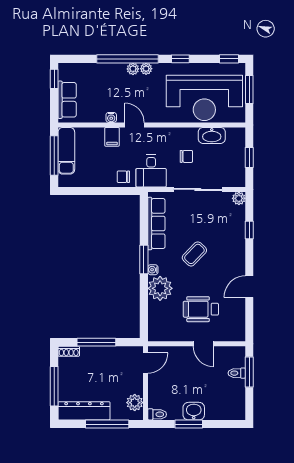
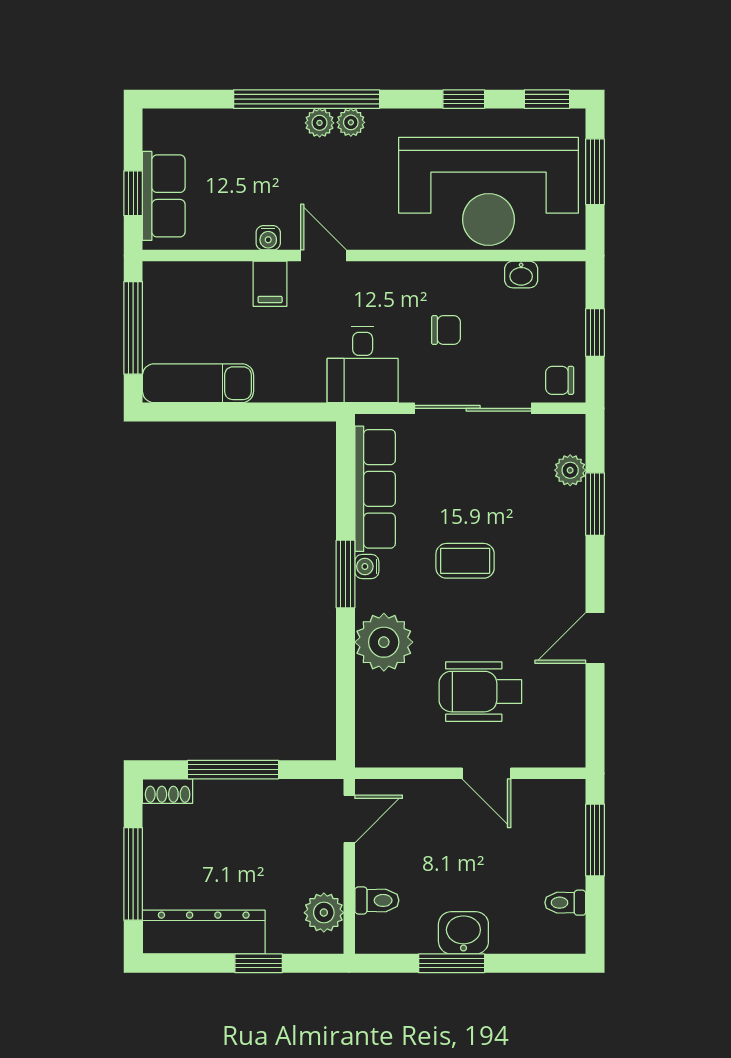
window: (180, 59) -> (464, 99), moved
window: (54, 79) -> (133, 193), moved
washbasin: (212, 135) -> (521, 274), width x0.52, depth x0.69
exam couch: (66, 151) -> (198, 383), moved, turned -90
chair: (123, 177) -> (560, 380), moved
plant: (239, 198) -> (570, 470), moved
window: (249, 230) -> (595, 504), width x1.50
coffee table: (194, 254) -> (465, 561), turned 46
water cooler: (153, 270) -> (367, 566), moved
toilet: (237, 373) -> (565, 903), moved
toilet: (157, 414) -> (377, 900), moved
window: (107, 424) -> (259, 963), width x0.46

